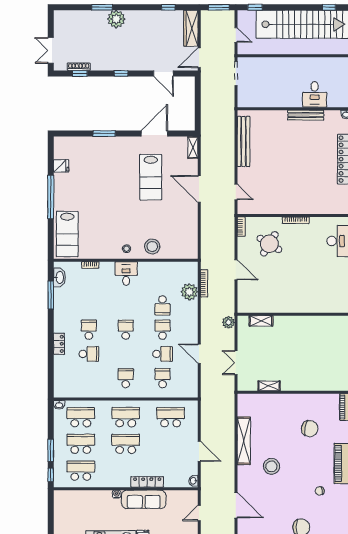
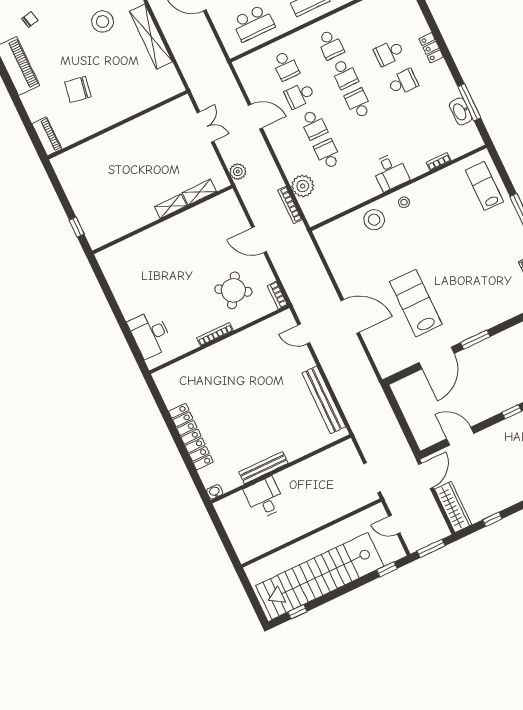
window: (104, 134) -> (475, 340), moved
shelving: (193, 147) -> (382, 363), removed
lab bench: (67, 234) -> (484, 186), width x0.73, depth x0.72
washbasin: (59, 277) -> (461, 111), moved
school desk: (89, 330) -> (403, 82), turned -90
school desk: (126, 330) -> (358, 103), turned 180
school desk: (126, 354) -> (344, 74), added
shelving: (269, 386) -> (171, 206), moved

